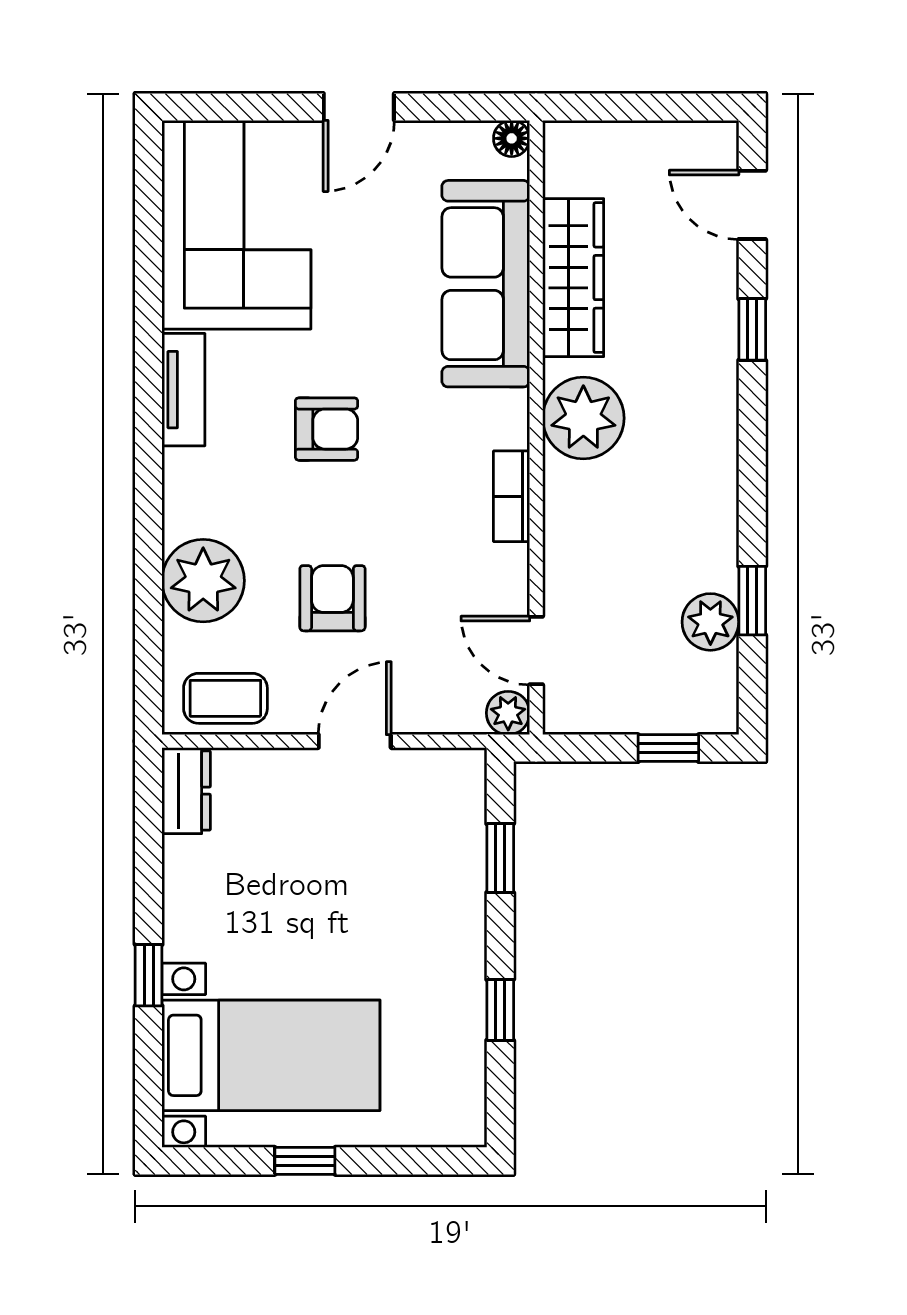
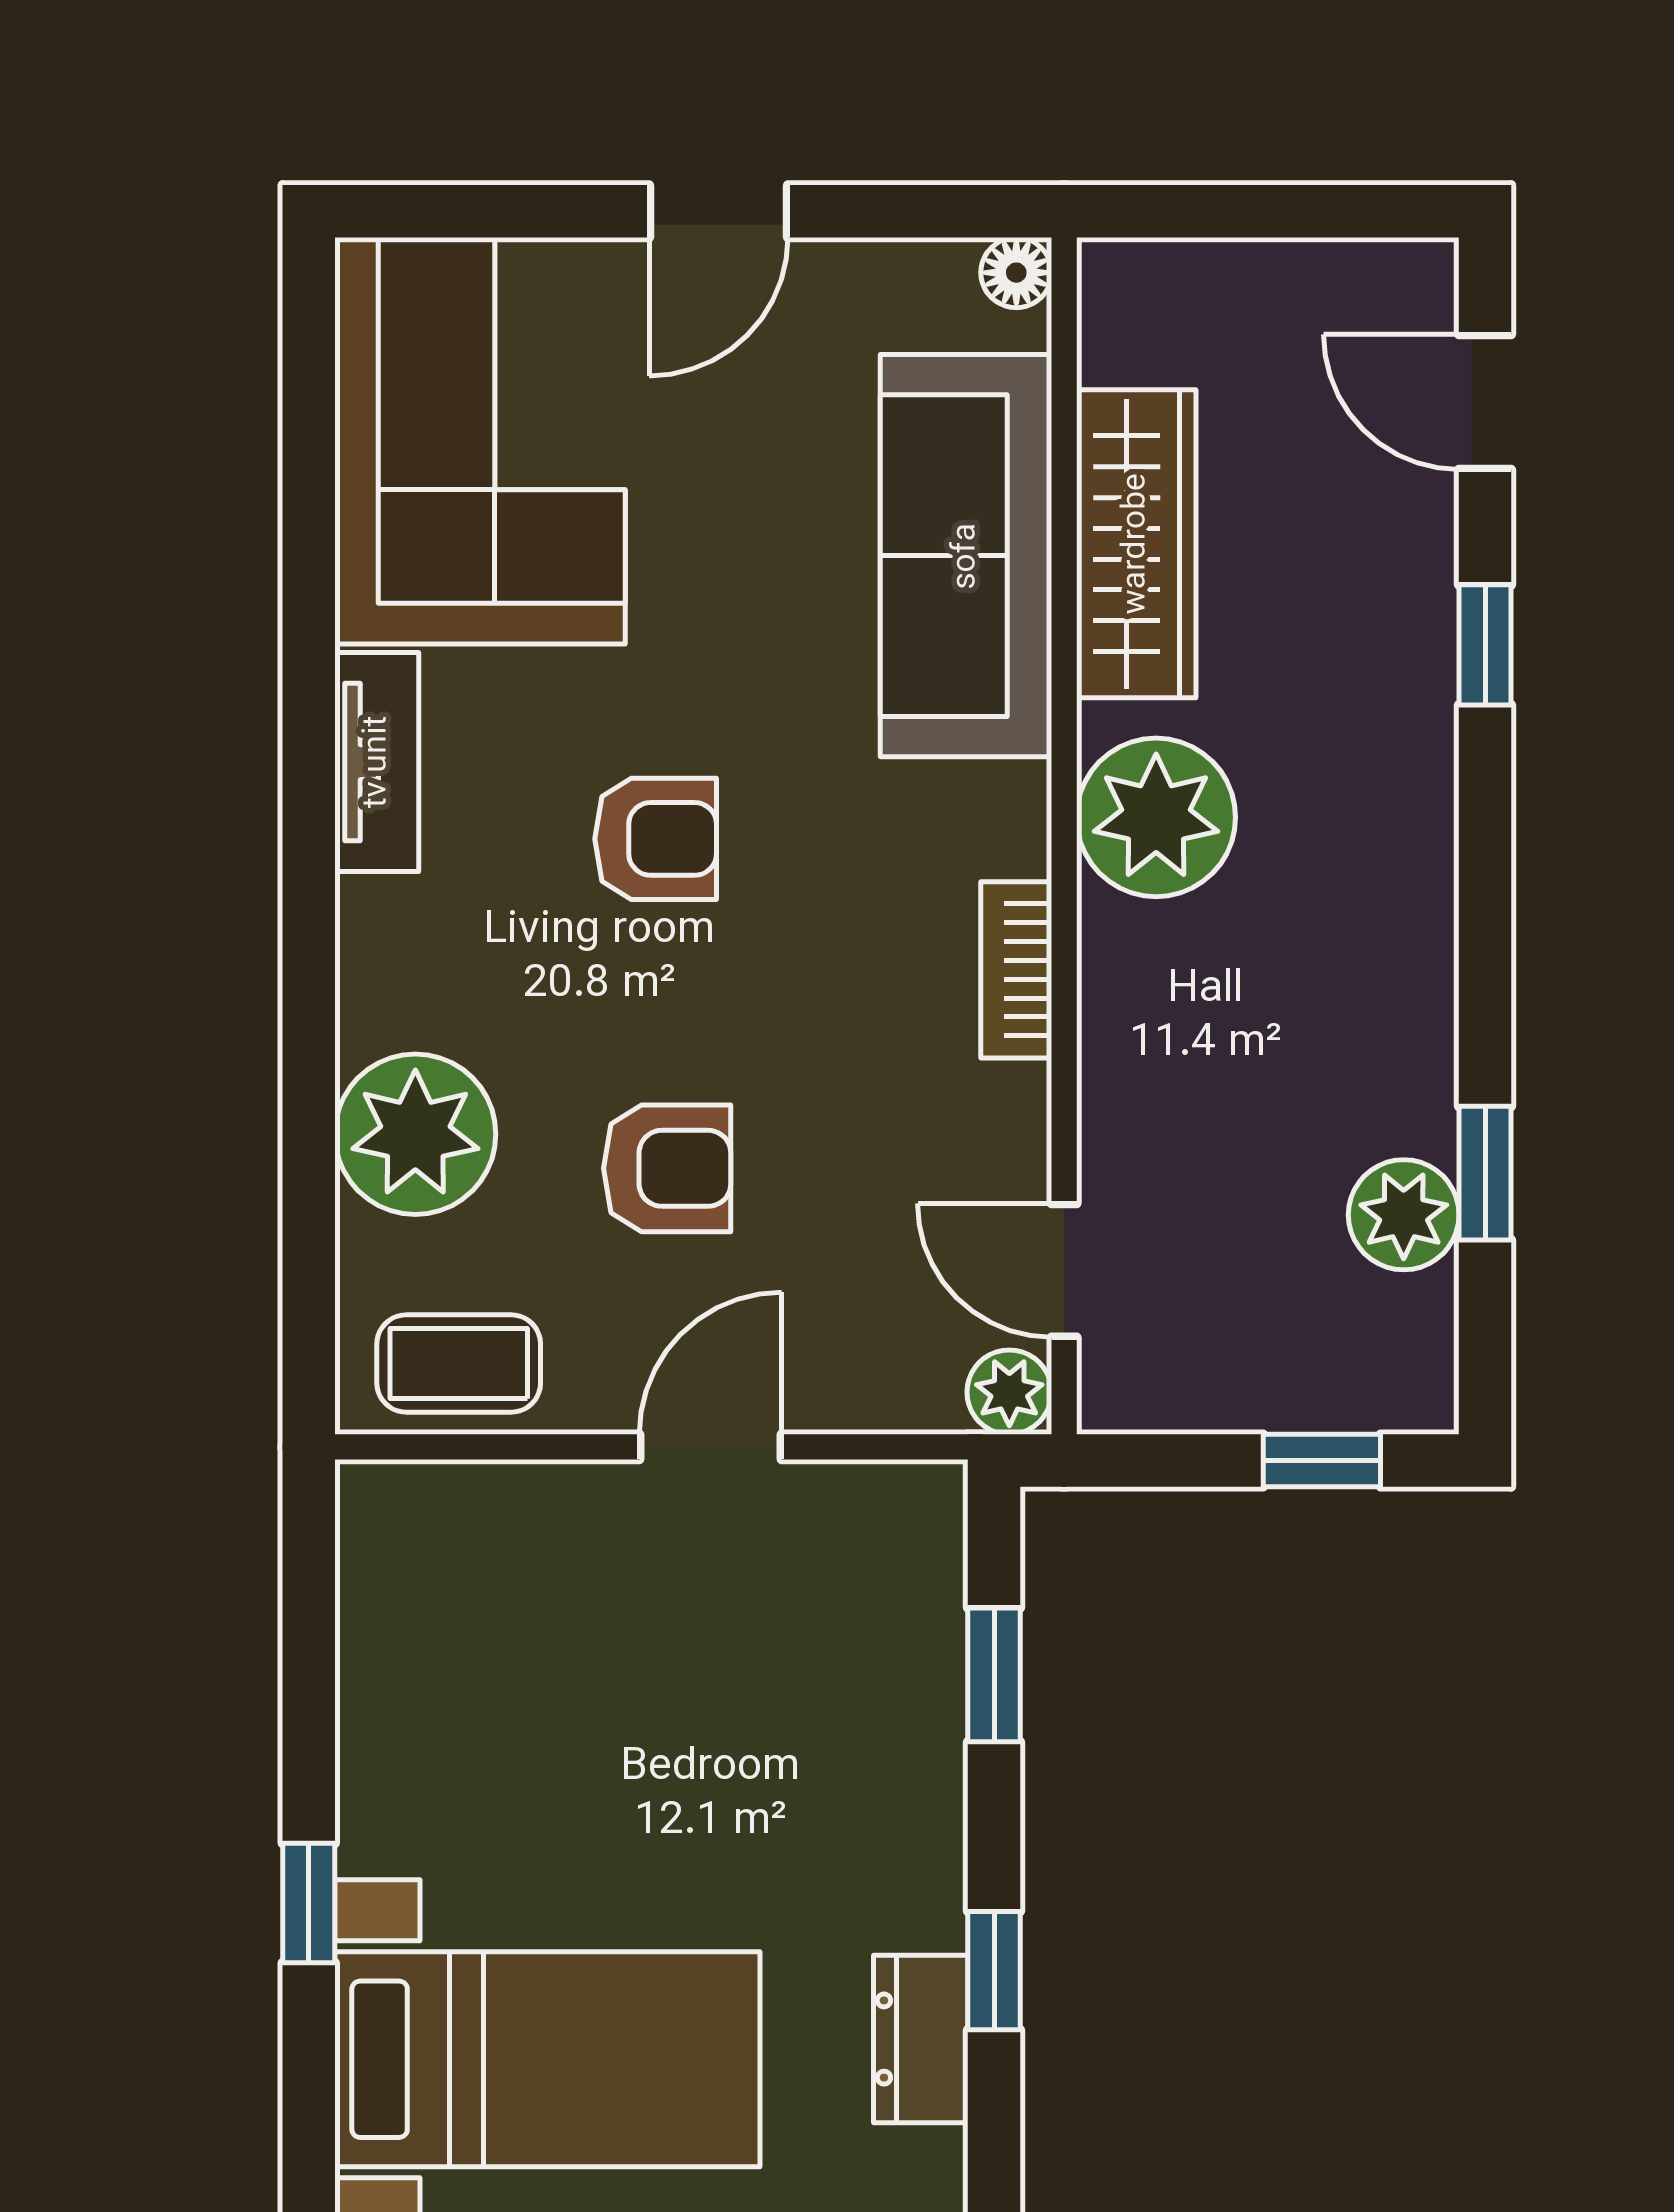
armchair: (332, 598) -> (667, 1168), turned 90
dresser: (186, 791) -> (921, 2039), moved, turned 180

